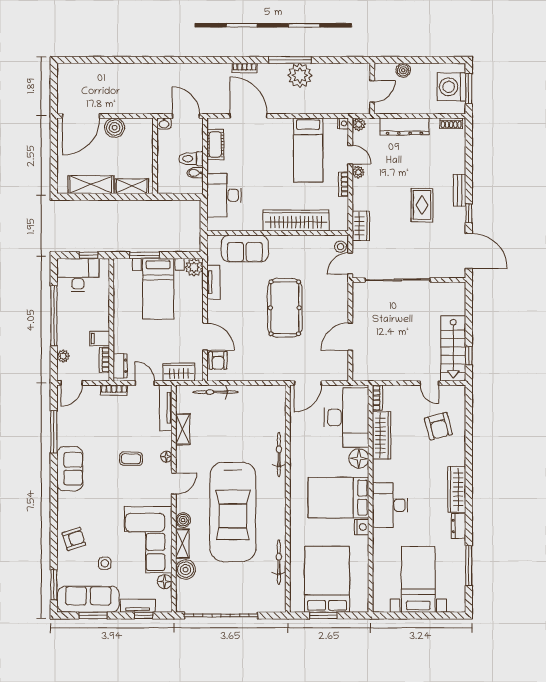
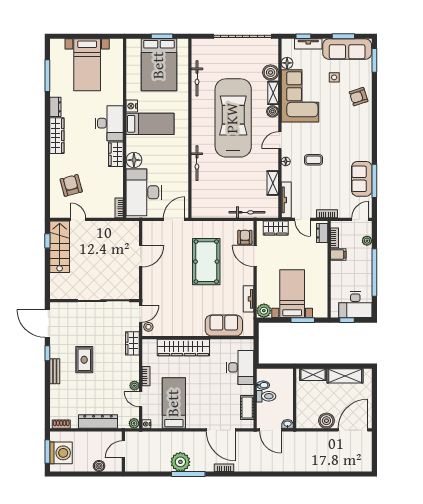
pool table: (285, 308) -> (206, 262), moved
wardrobe: (382, 435) -> (116, 154), moved, width x0.67
sofa: (70, 469) -> (362, 179), moved
bed: (338, 498) -> (150, 124), width x0.67

